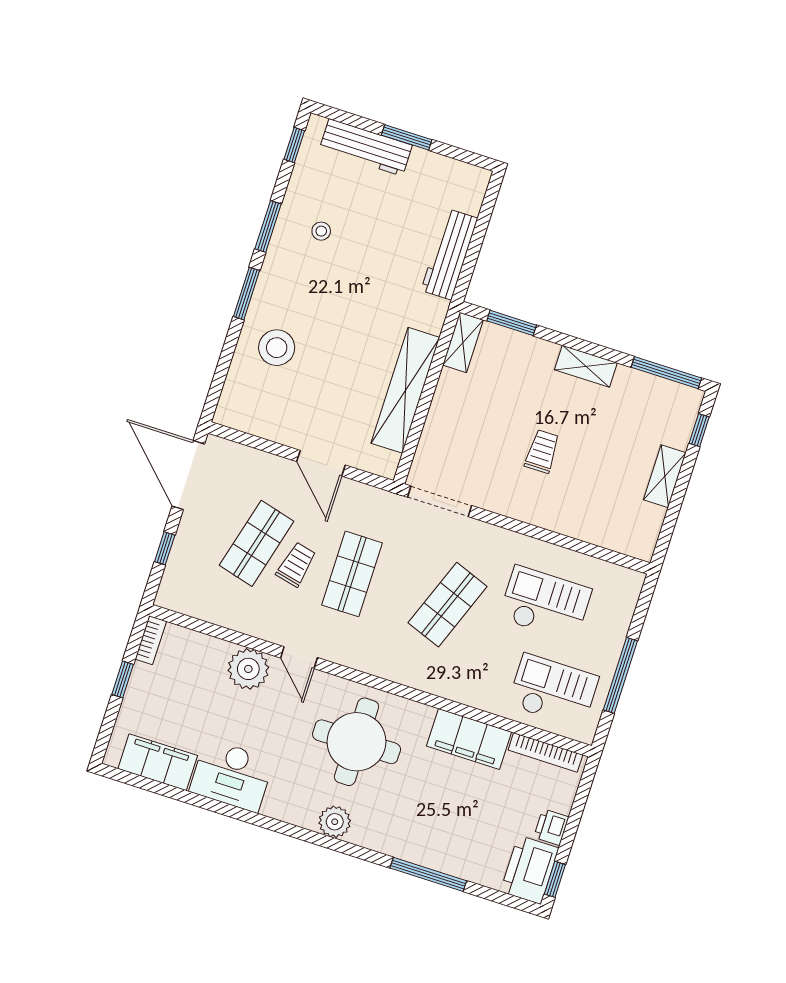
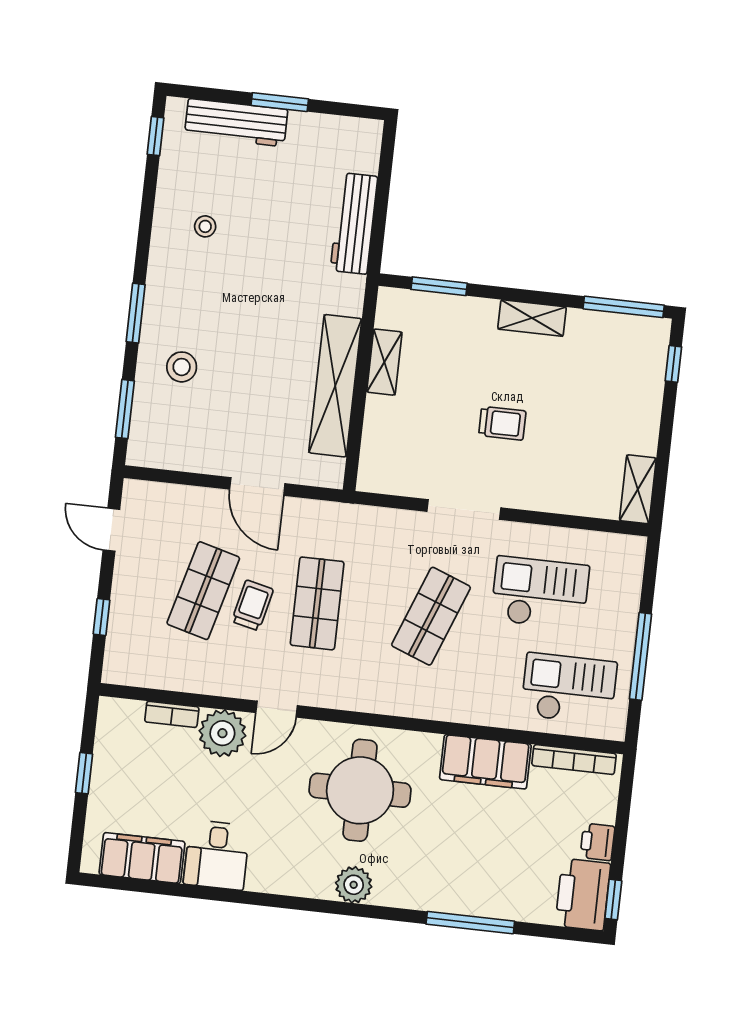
window: (268, 226) -> (125, 409), moved
shelving: (463, 342) -> (384, 362), moved
stool: (277, 348) -> (182, 367), width x0.73, depth x0.73
trolley: (542, 451) -> (502, 423), turned 90
door: (188, 475) -> (111, 530), width x0.53
shelving: (665, 476) -> (638, 489), moved
doorway: (440, 501) -> (464, 510), moved
bookcase: (151, 640) -> (172, 714), moved, turned 90
door: (299, 658) -> (277, 709), hinge flipped
desk: (232, 775) -> (217, 855), width x0.73

